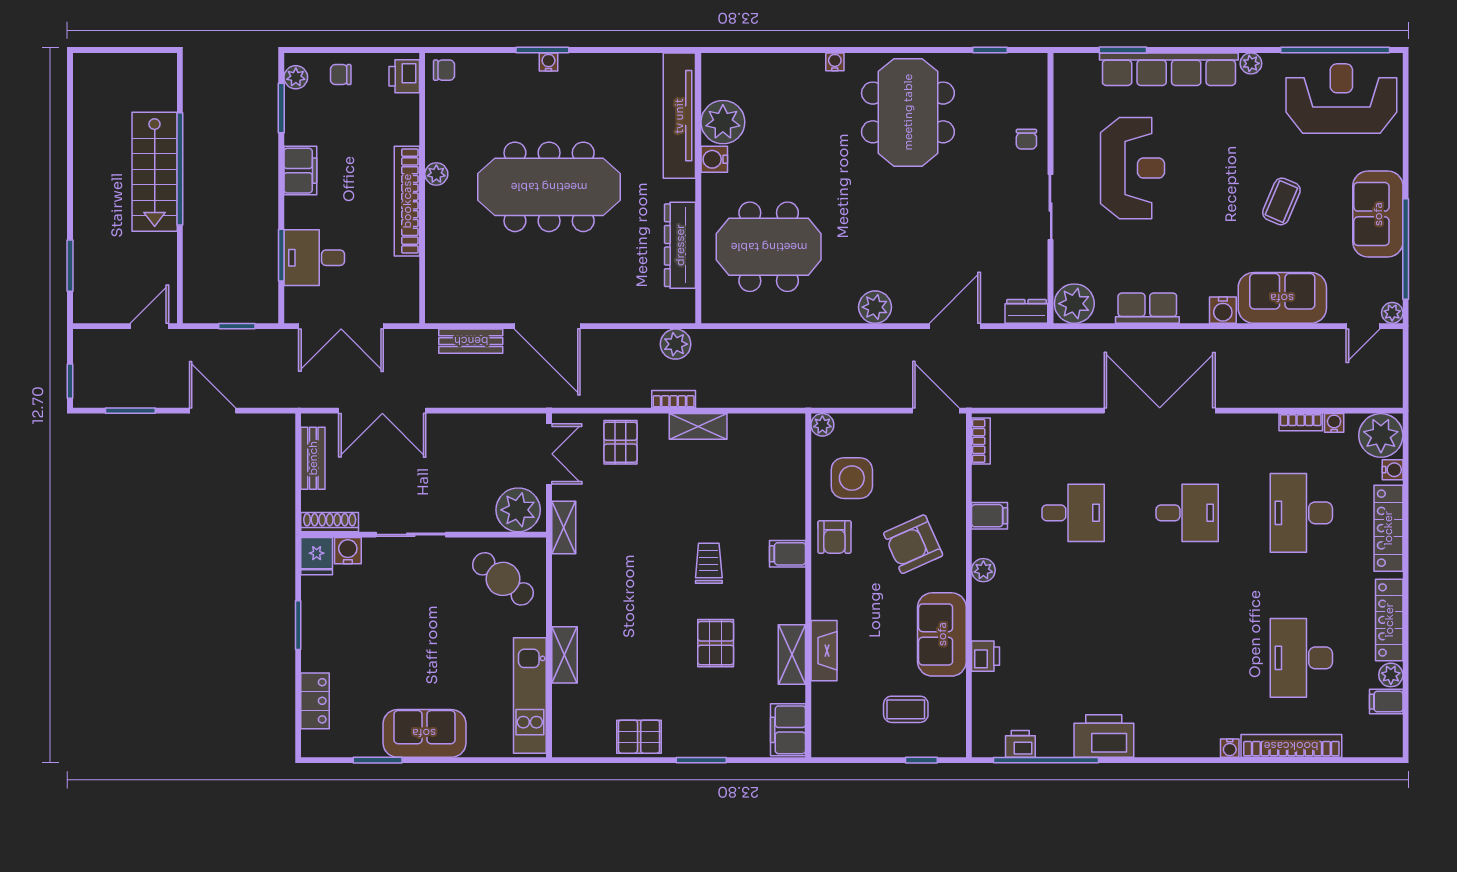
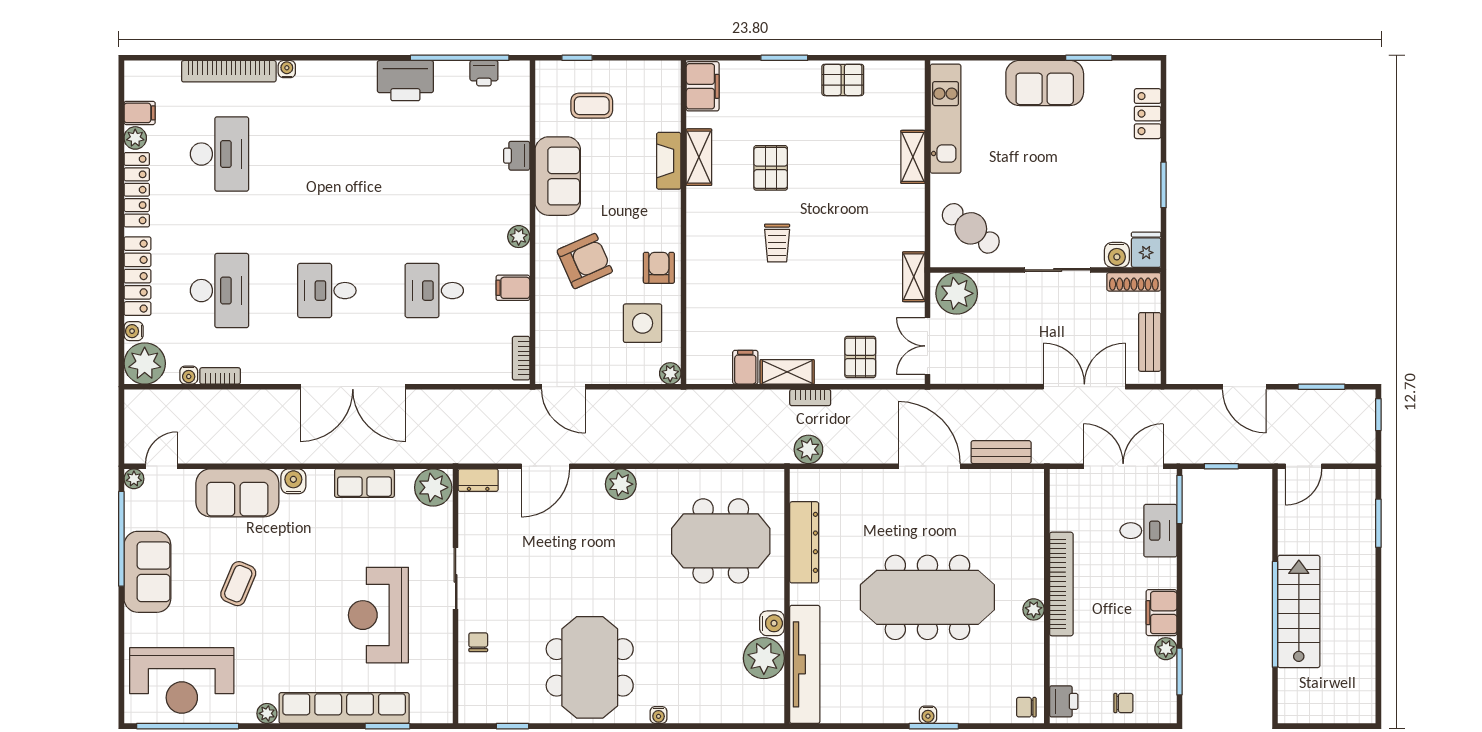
plant: (296, 77) -> (1166, 649), moved
window: (281, 255) -> (1179, 500), moved
filing cabinet: (788, 554) -> (745, 367), moved, turned -90

